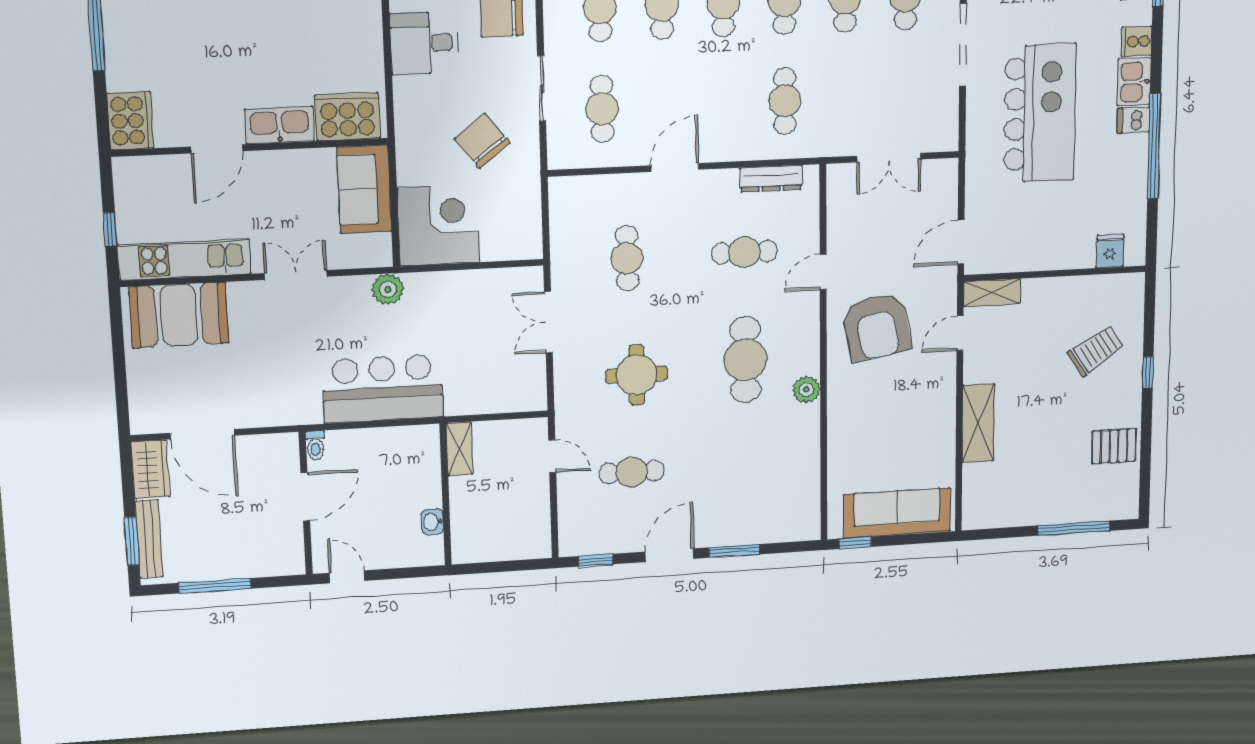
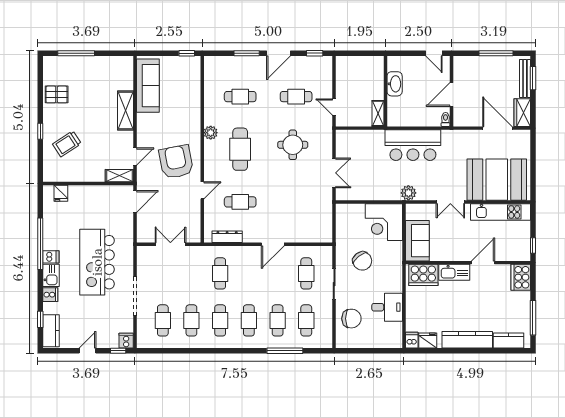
window: (110, 229) -> (533, 246), moved
cafe table: (627, 258) -> (240, 97), moved, turned 90
booth: (179, 315) -> (497, 180), width x1.36, depth x1.42
sofa: (897, 513) -> (148, 86), moved, turned -90
washbasin: (432, 522) -> (395, 84), width x1.91, depth x1.45

